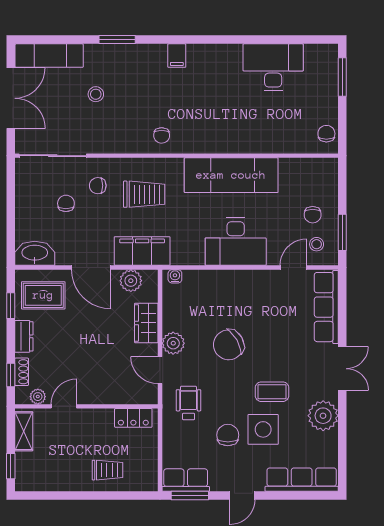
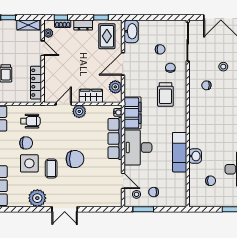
chair: (326, 134) -> (211, 181), moved
chair: (162, 135) -> (206, 85), moved
washbasin: (250, 143) -> (195, 156), added
exam couch: (231, 175) -> (180, 152), width x0.73, depth x0.69
filing cabinet: (142, 251) -> (133, 113), moved
row of seats: (326, 307) -> (115, 138), moved, turned -90
chair: (229, 345) -> (75, 159), moved, turned 120
wheelchair: (189, 403) -> (30, 121), moved
locker: (133, 418) -> (36, 83), width x1.53

